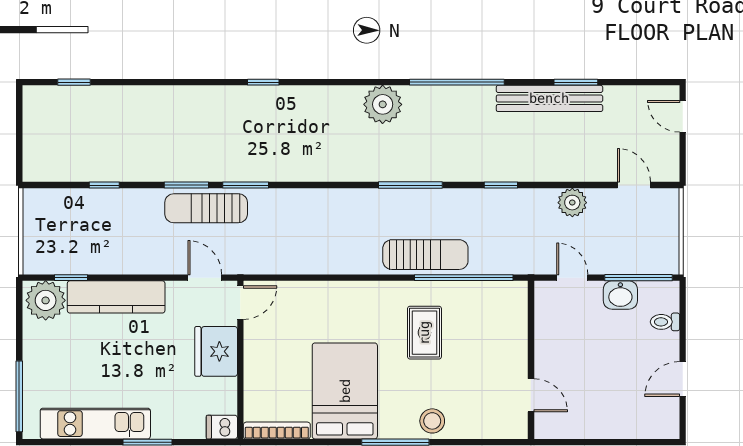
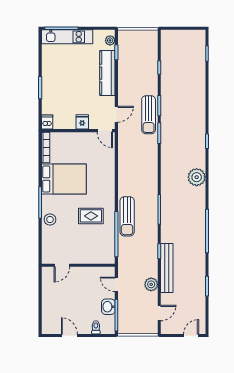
bench: (549, 98) -> (167, 268), moved
plant: (383, 104) -> (197, 177), moved
sun lounger: (206, 208) -> (149, 115), turned 180
door: (572, 278) -> (116, 284), swing flipped
plant: (46, 300) -> (110, 40), width x0.53, depth x0.53
fridge: (216, 351) -> (82, 122), width x0.53, depth x0.75
kitchen unit: (95, 424) -> (67, 37), moved, turned 90

